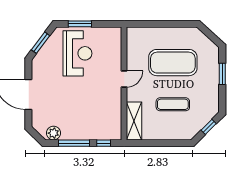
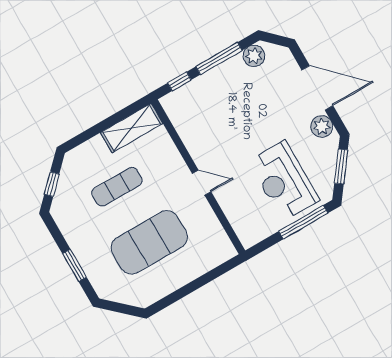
window: (80, 24) -> (303, 222), width x1.44
plant: (38, 71) -> (322, 126), added
door: (124, 79) -> (202, 183), swing flipped
shelving: (134, 121) -> (132, 128), moved, turned 90

